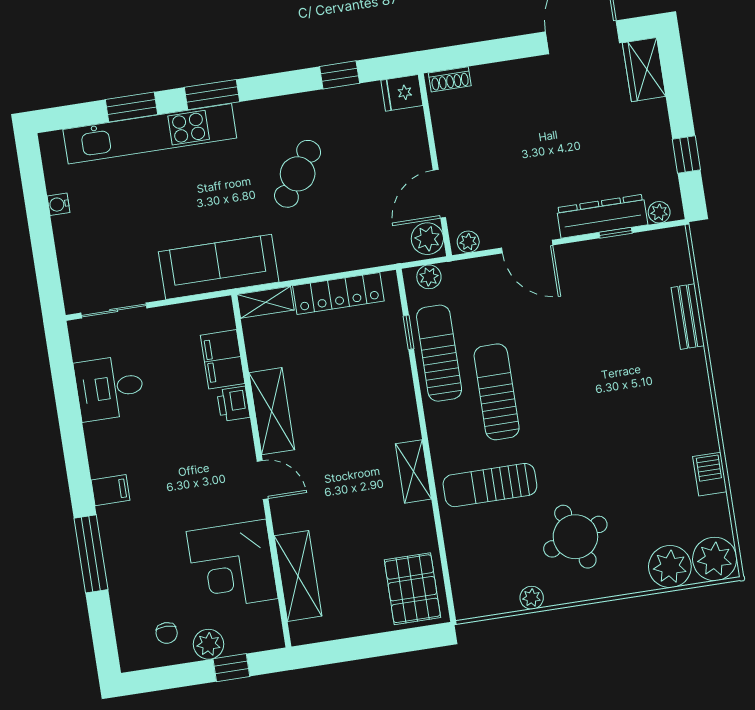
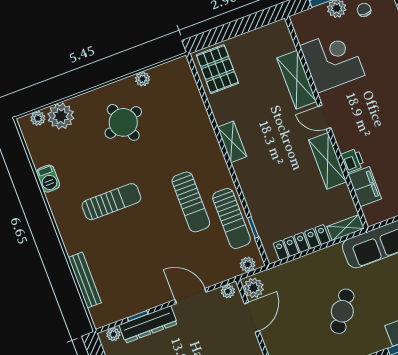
bench: (688, 317) -> (85, 280), width x1.36
sun lounger: (490, 485) -> (111, 202), moved
plant: (715, 559) -> (38, 118), width x0.53, depth x0.53
shelving: (298, 576) -> (297, 80), moved

